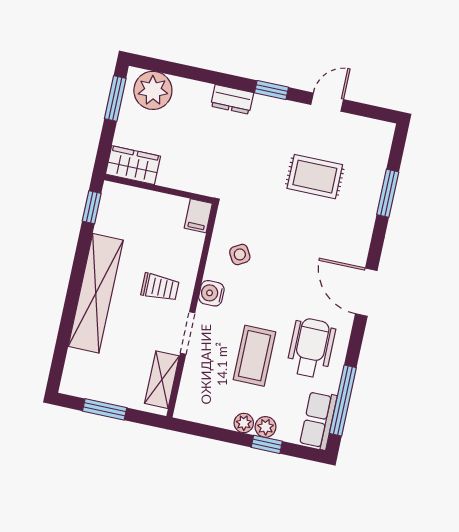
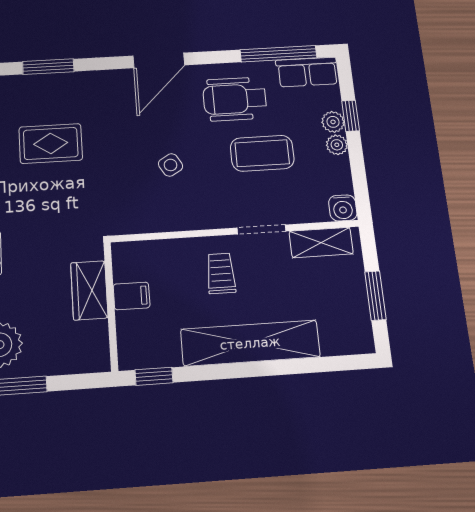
wardrobe: (133, 165) -> (89, 290), moved
rug: (315, 177) -> (51, 143), turned 90
filing cabinet: (198, 216) -> (132, 296), moved
side table: (240, 254) -> (171, 165), moved
water cooler: (211, 293) -> (343, 208), moved

